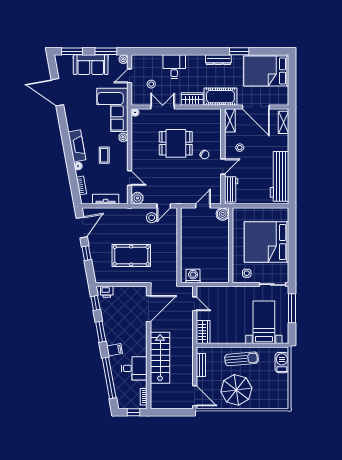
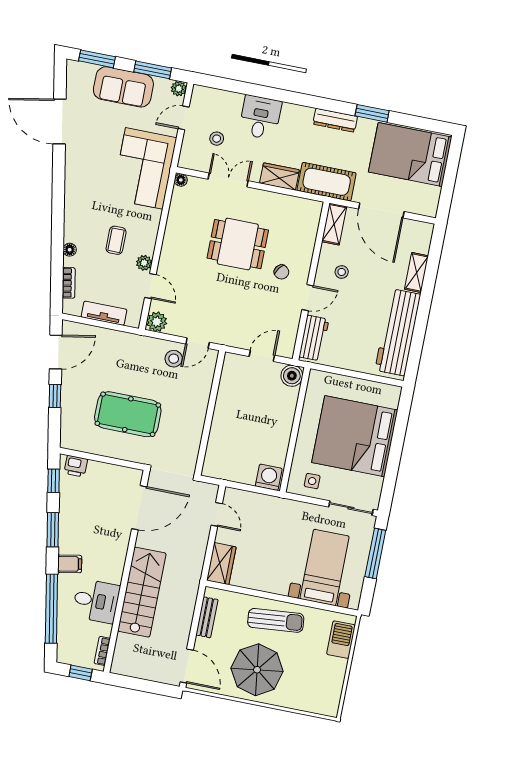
shelving: (284, 122) -> (417, 273), moved
plant: (123, 137) -> (144, 263), moved
fireplace: (77, 146) -> (74, 216), removed
washing machine: (193, 276) -> (269, 477), moved

